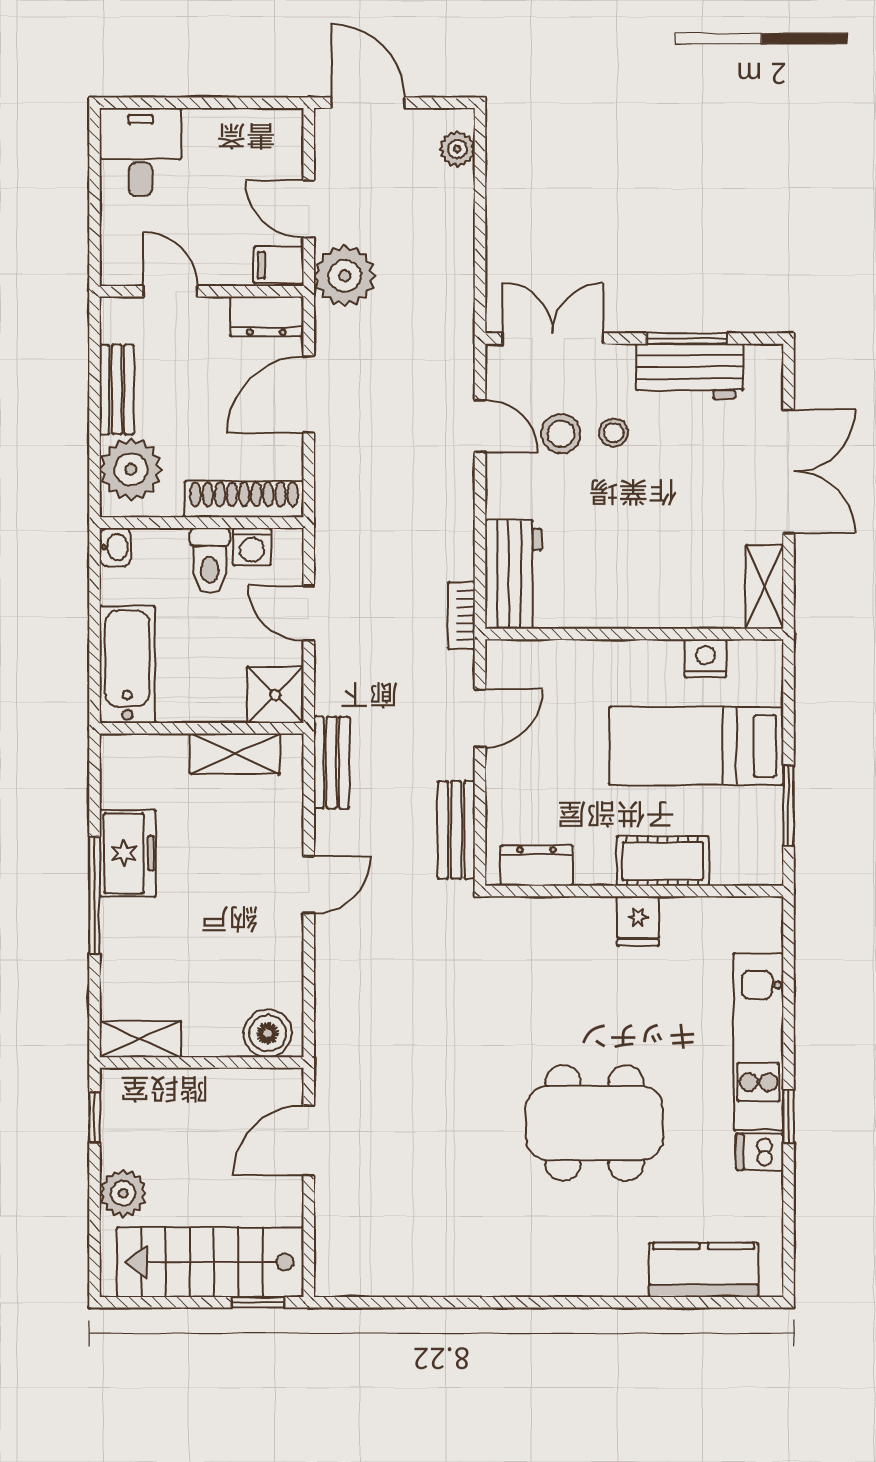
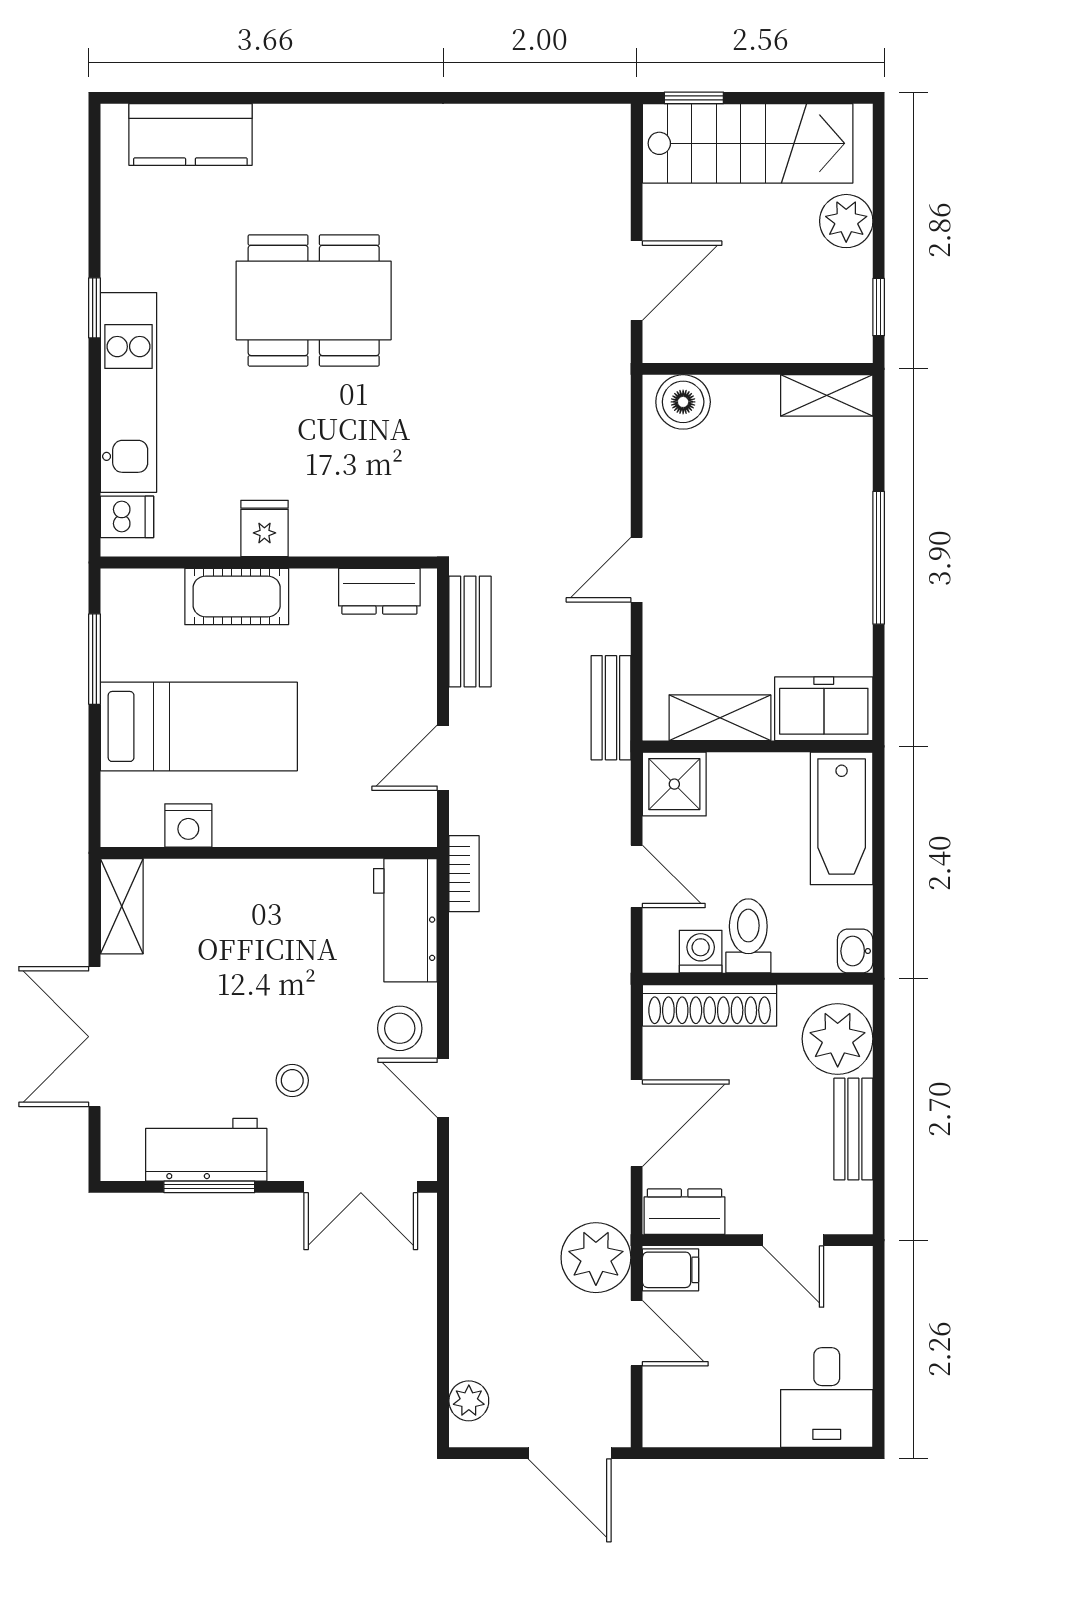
stool: (561, 434) -> (400, 1028), moved
freezer: (128, 853) -> (824, 709), moved, turned 90
dishwasher: (760, 1152) -> (127, 517), moved

